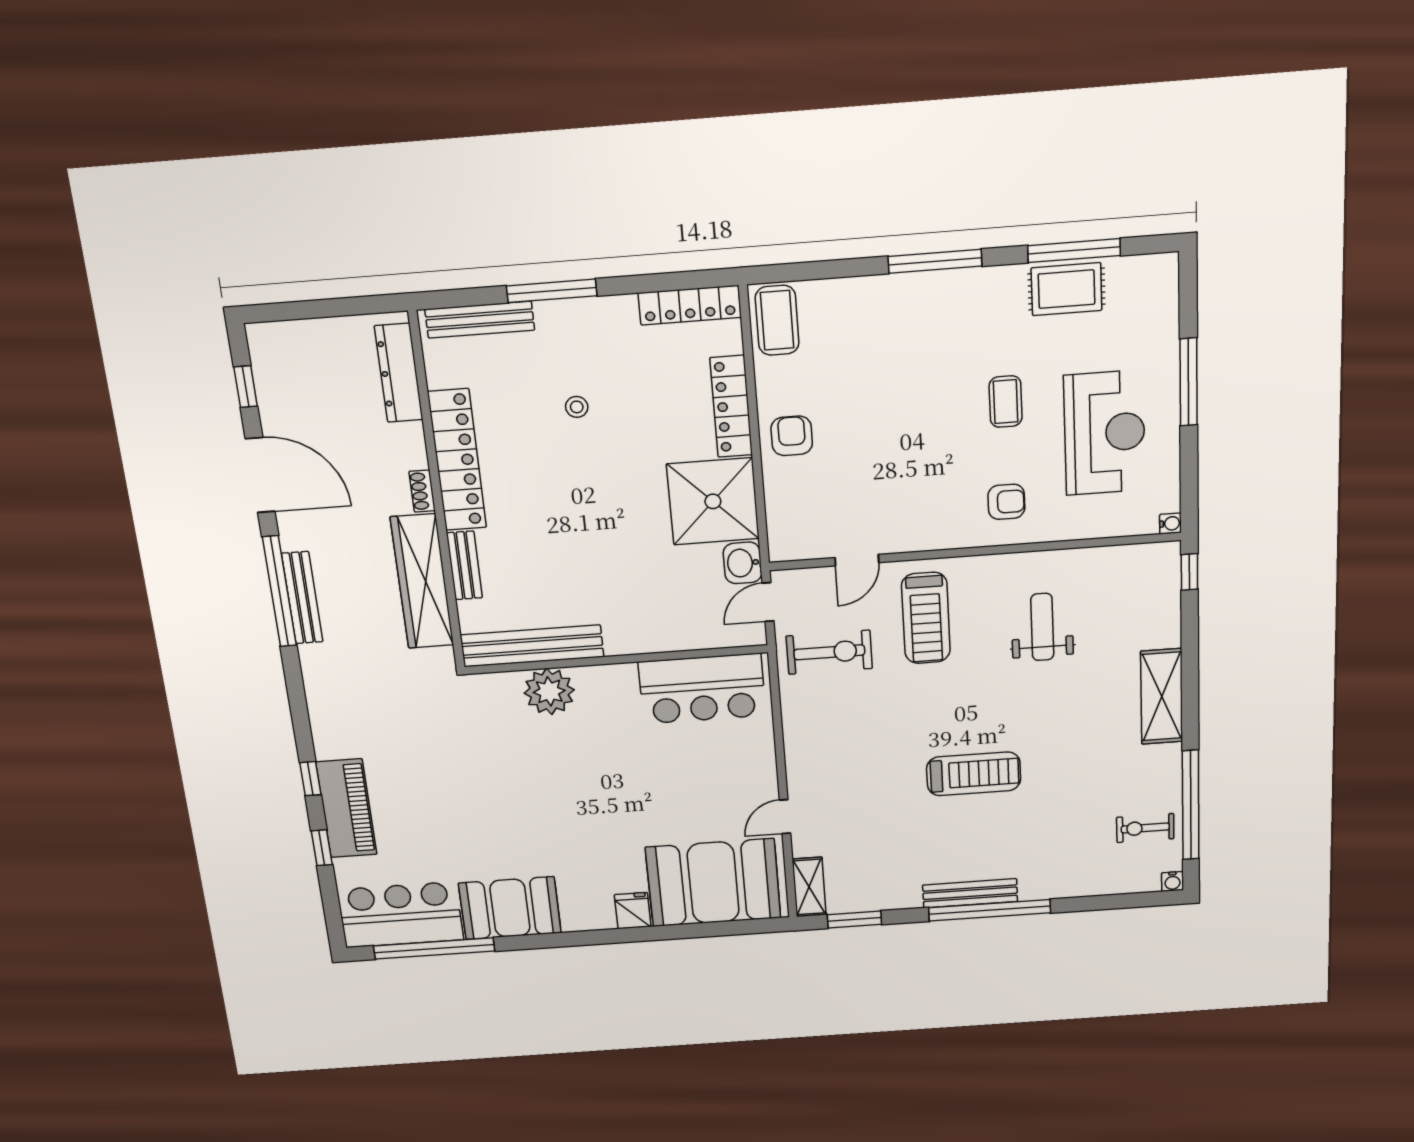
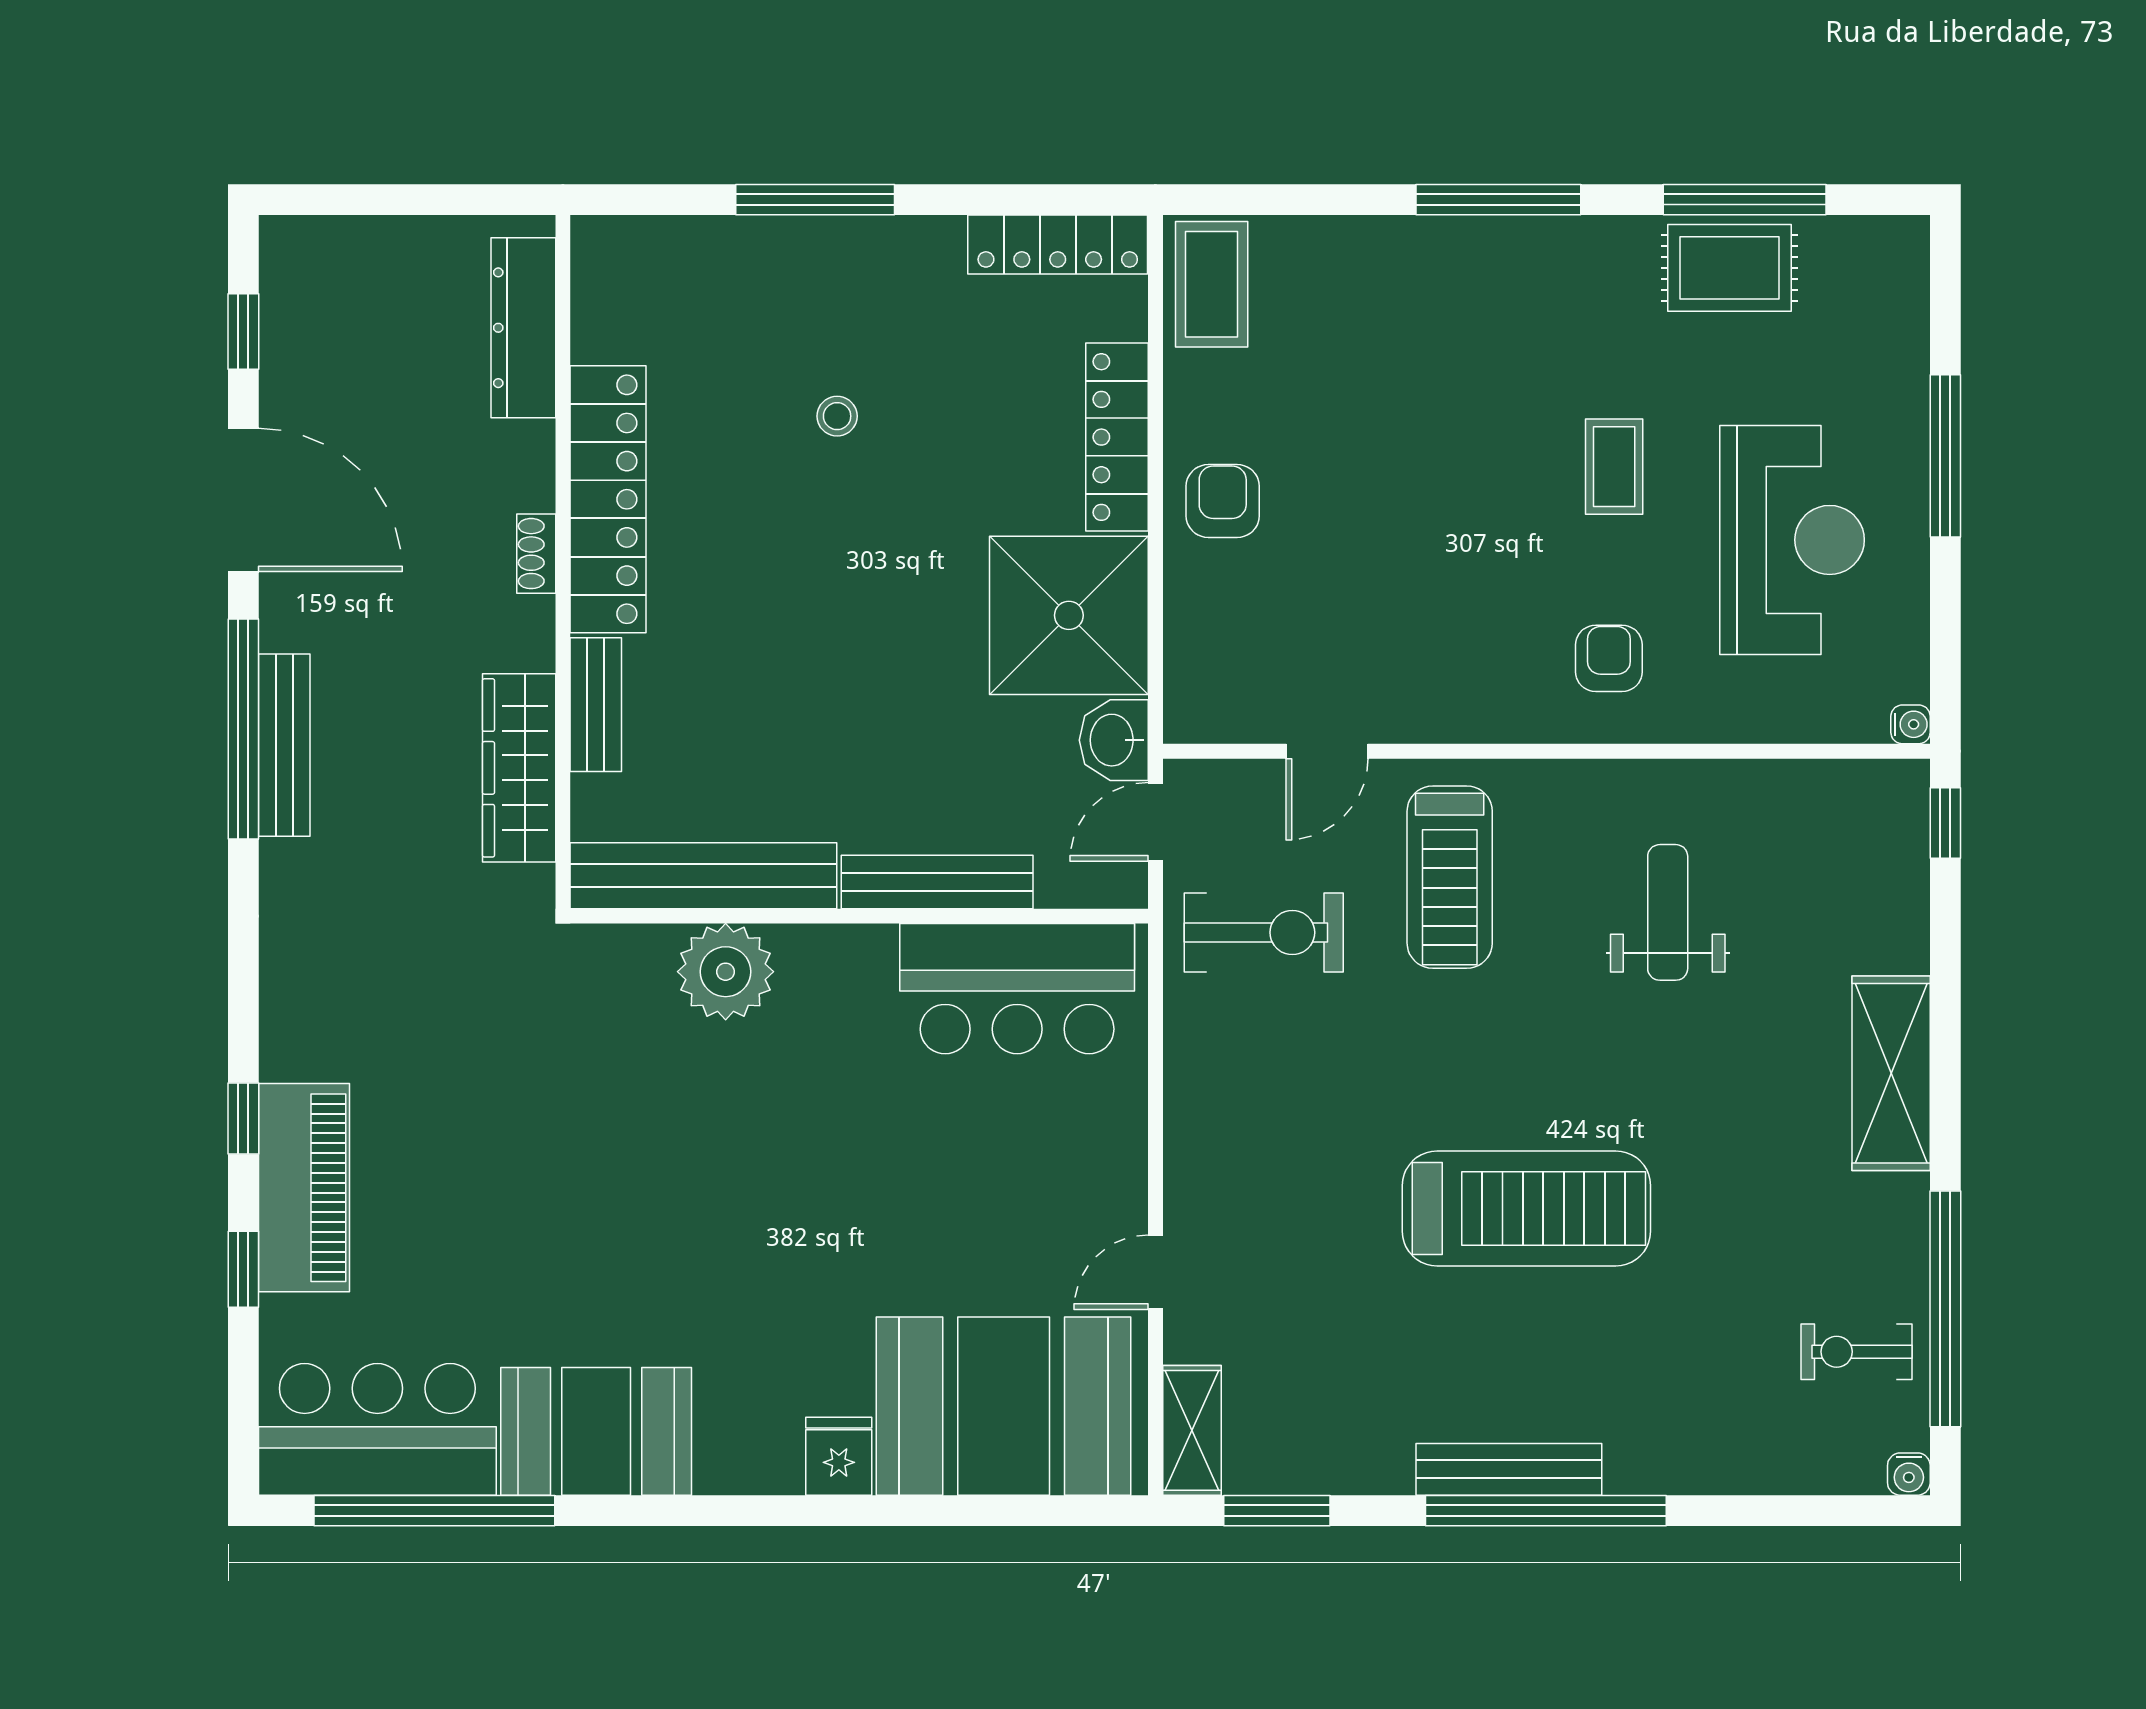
bench: (480, 320) -> (937, 882), moved
armchair: (1006, 502) -> (1609, 658), turned -90
wardrobe: (422, 581) -> (519, 768), width x0.71, depth x0.85
treadmill: (974, 774) -> (1526, 1208), width x1.37, depth x1.38

